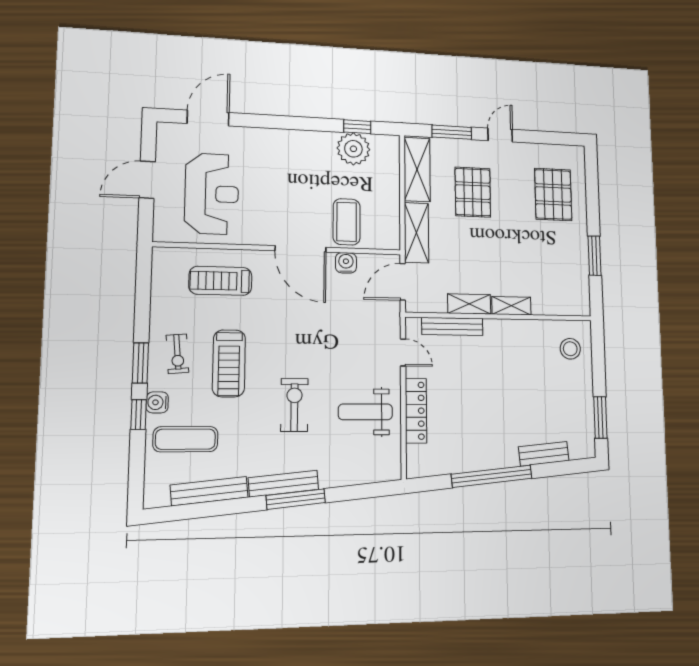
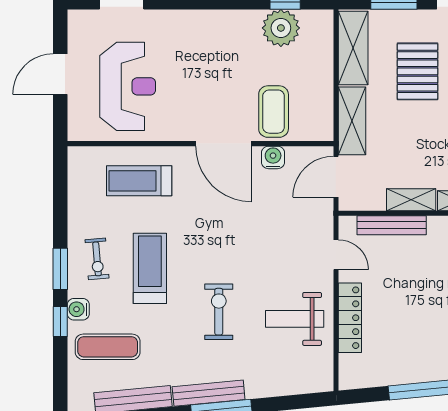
treadmill: (229, 363) -> (150, 268), turned 180

